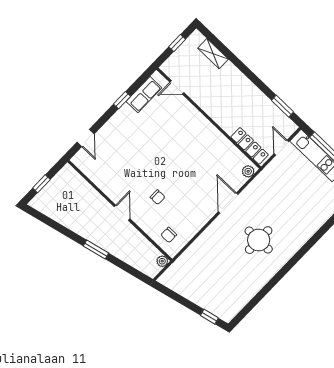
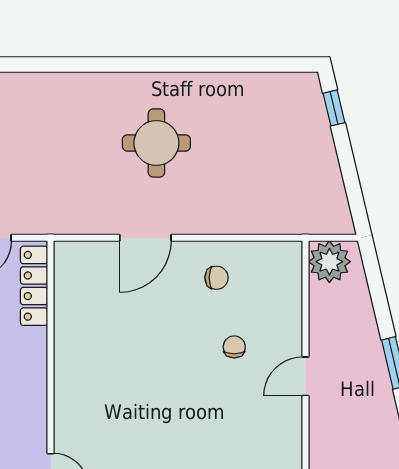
plant: (248, 171) -> (72, 253), removed
chair: (169, 235) -> (216, 278), moved
plant: (162, 261) -> (329, 262), width x1.87, depth x1.87

